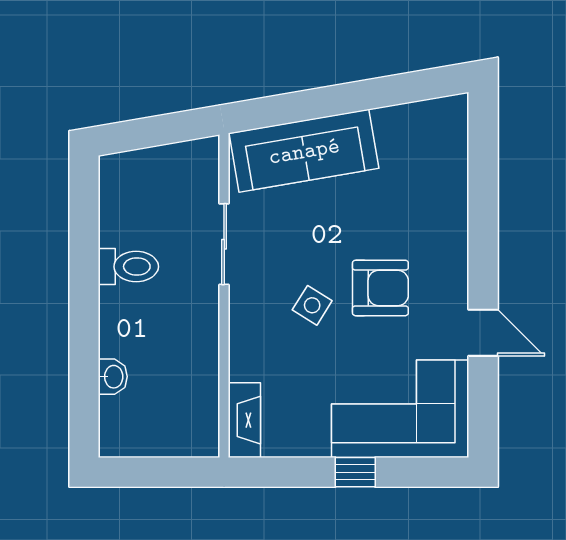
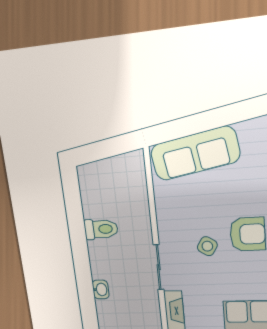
sliding door: (224, 244) -> (159, 267), moved

